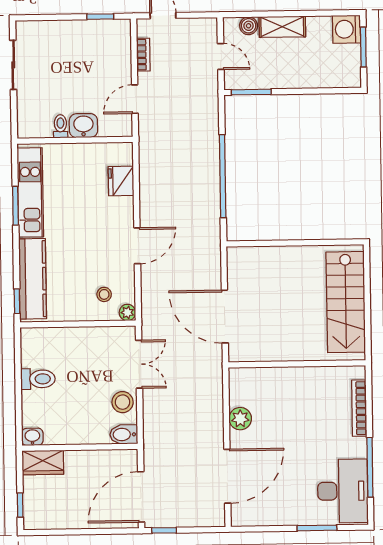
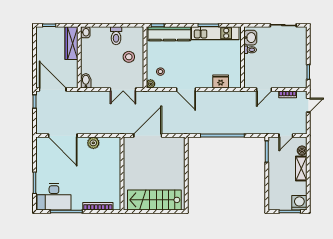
door: (135, 99) -> (264, 90), swing flipped
washbasin: (83, 126) -> (250, 38), moved
stool: (123, 402) -> (129, 57), moved
wardrobe: (43, 463) -> (72, 43), width x1.50

